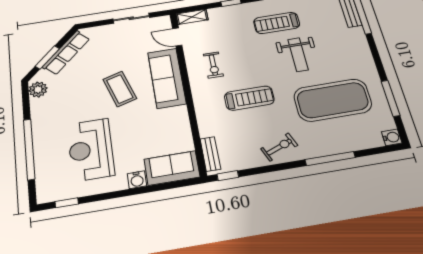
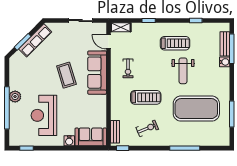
treadmill: (277, 23) -> (175, 43), turned 180
plant: (38, 89) -> (15, 97), moved
water cooler: (392, 137) -> (225, 62), moved
exercise bike: (279, 147) -> (147, 128), moved

